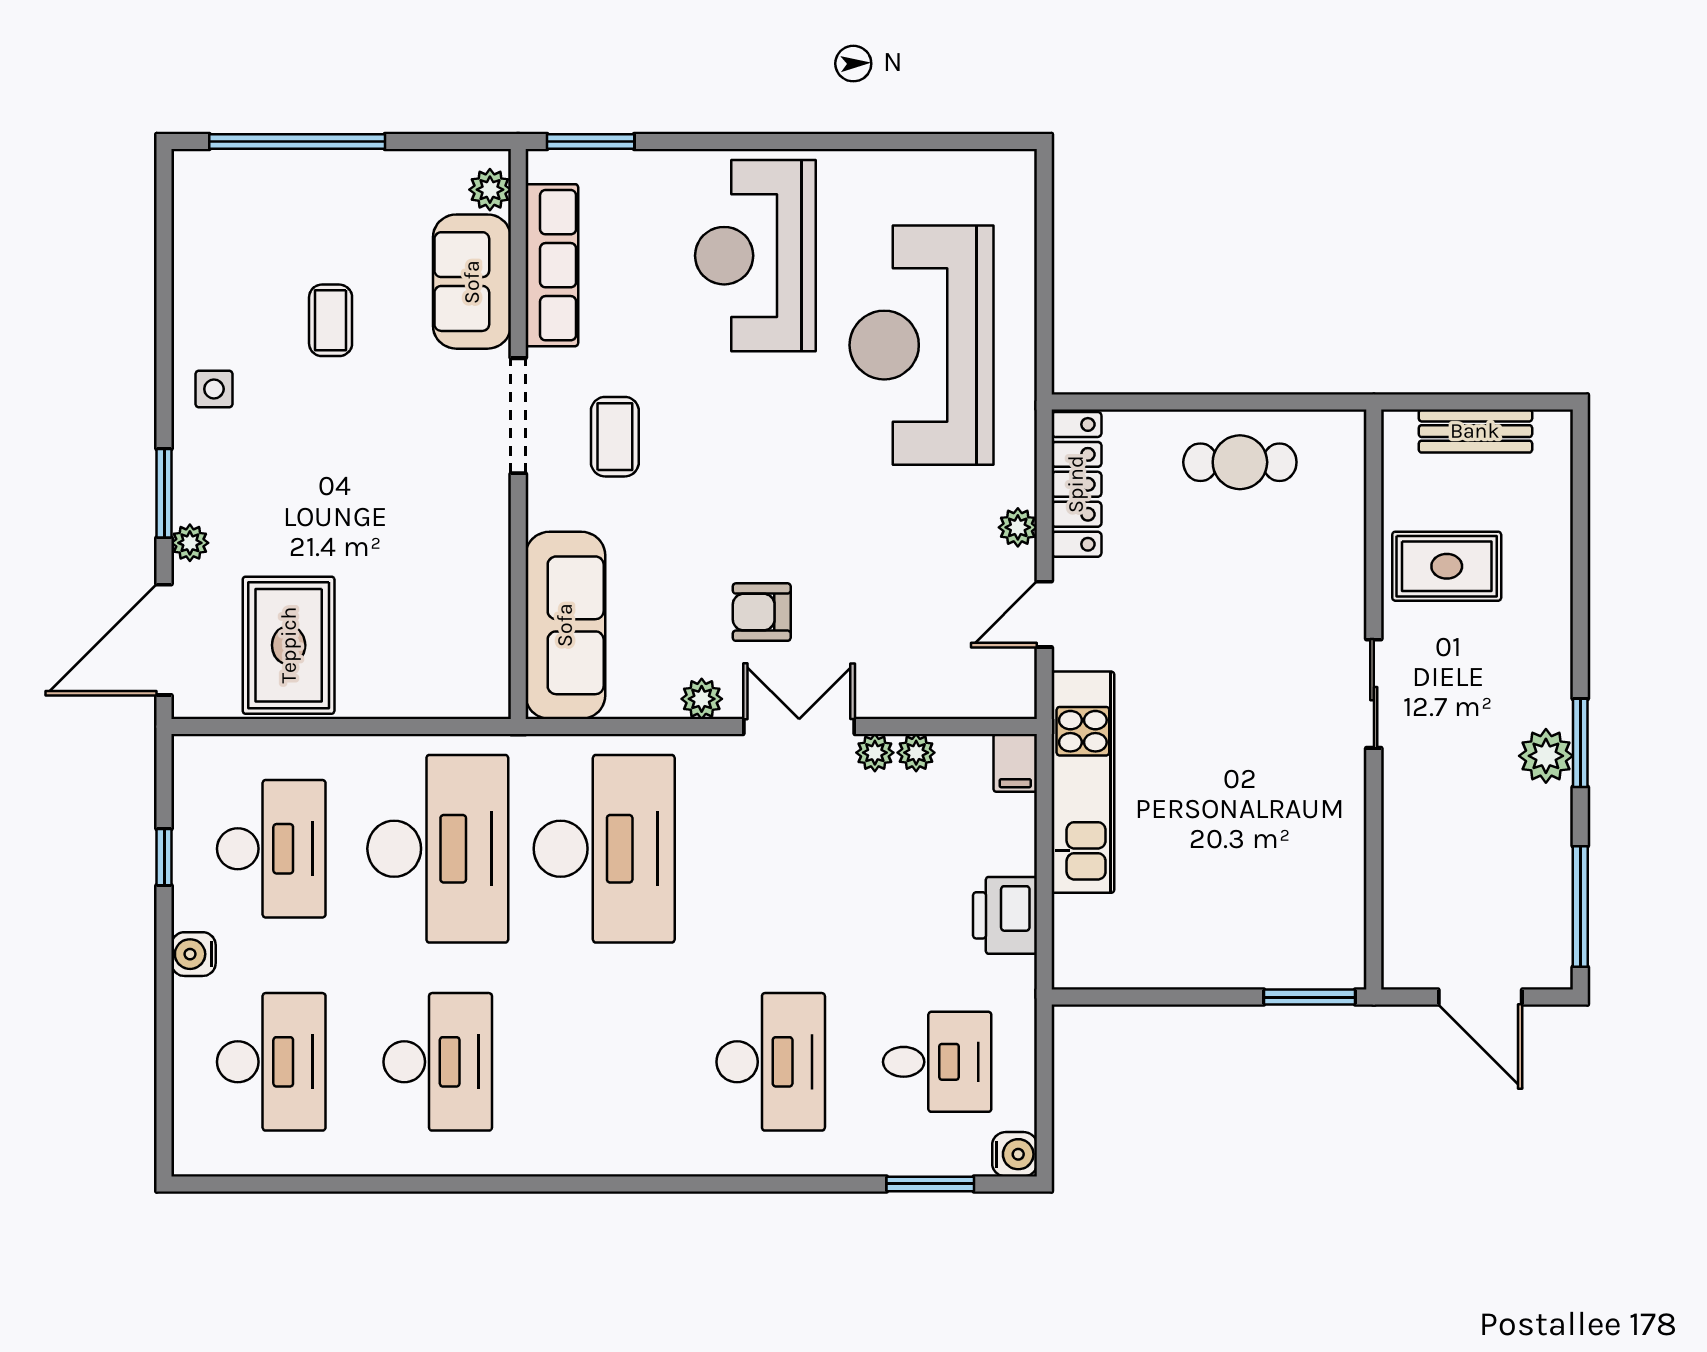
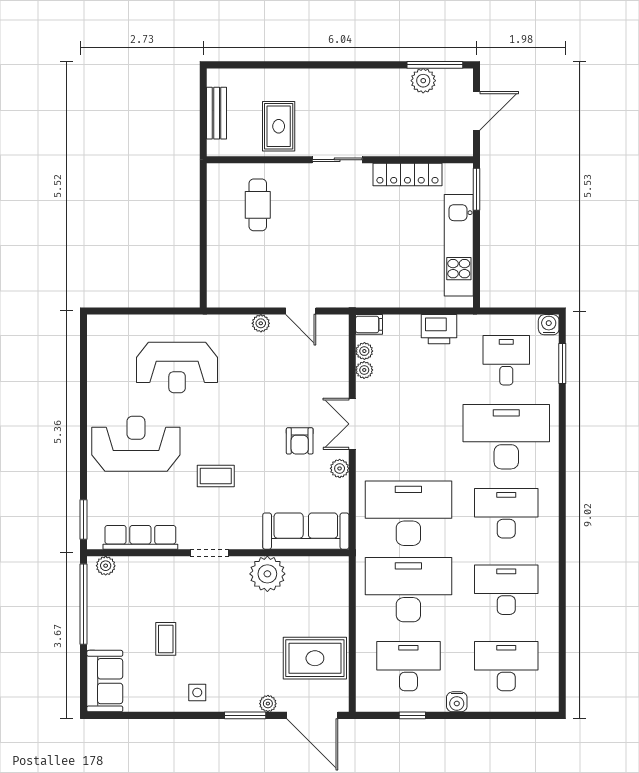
window: (297, 141) -> (84, 604), moved
reception desk: (755, 256) -> (136, 444), turned 180
sofa: (472, 282) -> (105, 681), moved, turned -90
coffee table: (331, 320) -> (166, 639), turned 90
reception desk: (922, 345) -> (177, 367), width x0.74, depth x0.77
doorway: (518, 416) -> (210, 553), width x0.73
coffee table: (615, 437) -> (216, 476), moved
cafe table: (1240, 462) -> (258, 205), moved
locker: (1076, 484) -> (407, 175), moved, turned 180
plant: (472, 542) -> (267, 574), added
window: (1580, 743) -> (360, 65), removed
plant: (875, 753) -> (364, 351), moved
plant: (1546, 756) -> (423, 81), moved
kitchen unit: (1083, 782) -> (459, 245), moved, turned -90
desk: (604, 1062) -> (506, 513), added
desk: (771, 1062) -> (506, 437), width x1.36, depth x1.30

